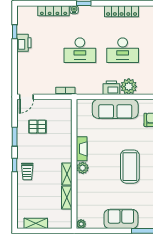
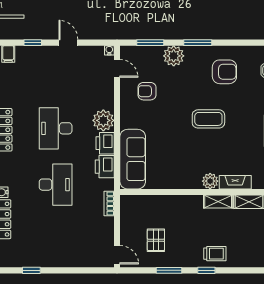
printer: (24, 43) -> (105, 167), moved, turned -90
desk: (123, 50) -> (56, 128), turned 180
sofa: (115, 109) -> (133, 159), moved
fireplace: (82, 149) -> (235, 182), moved
coffee table: (130, 167) -> (208, 119), width x0.73, depth x0.76

